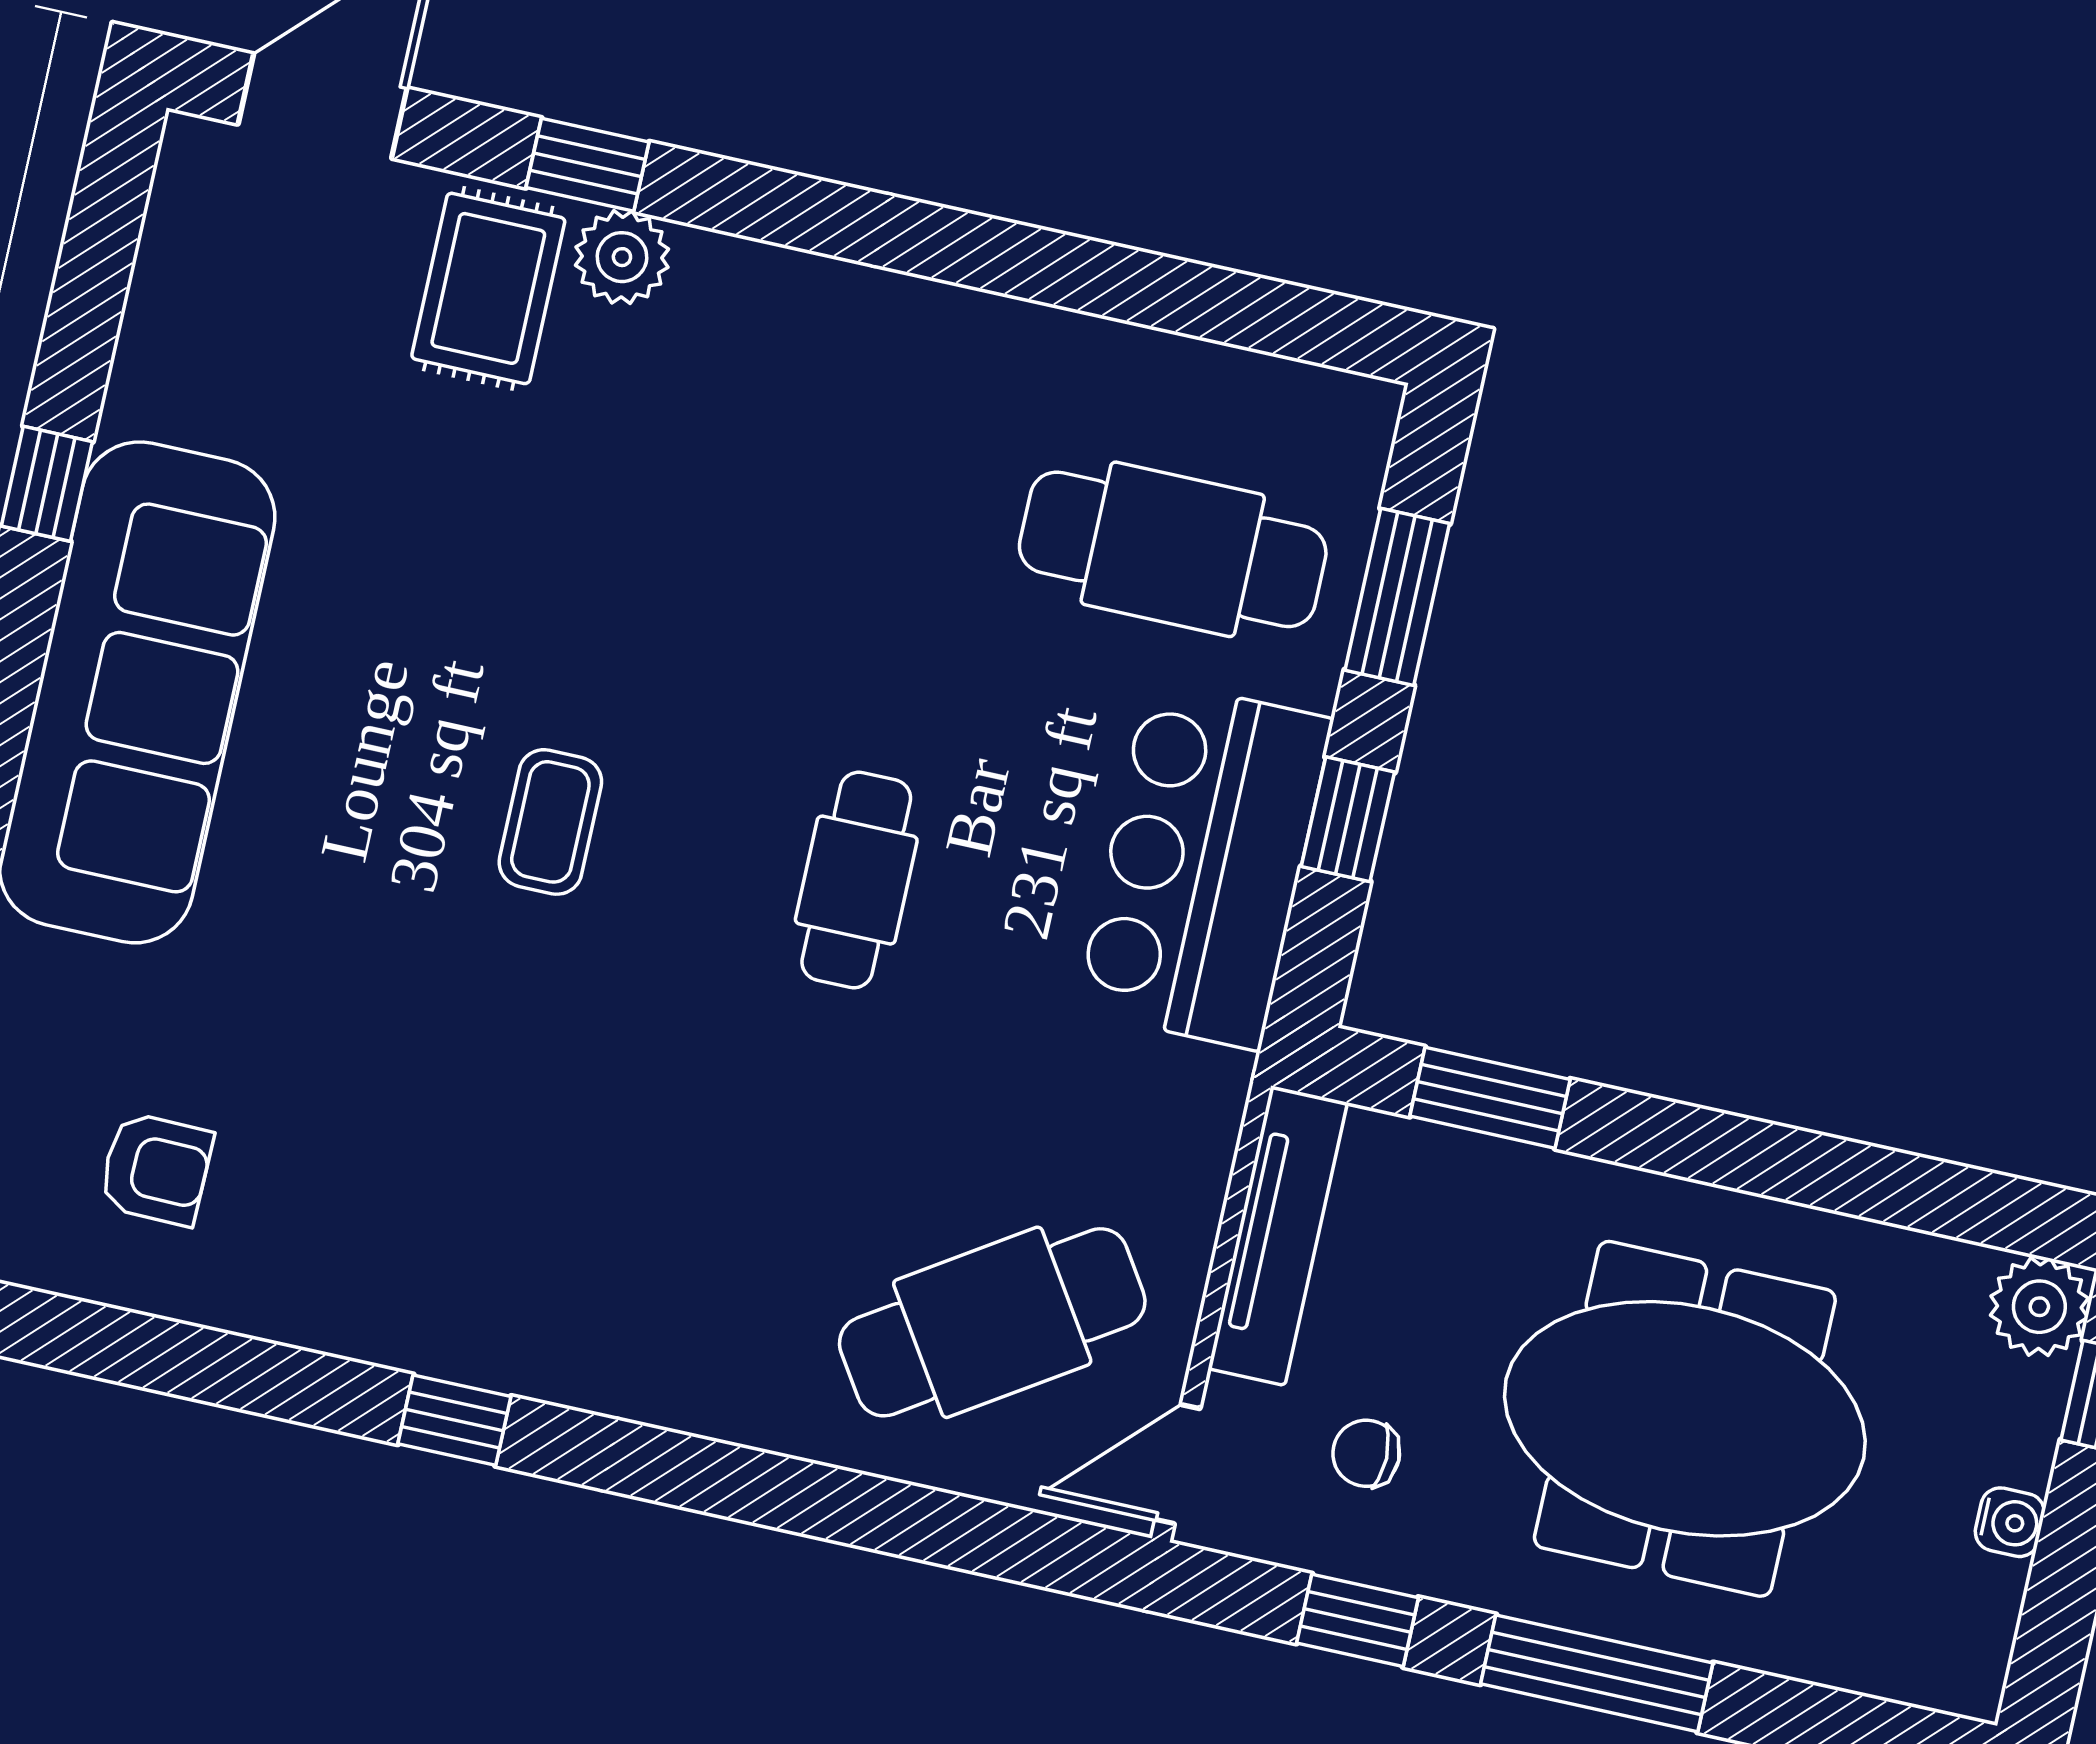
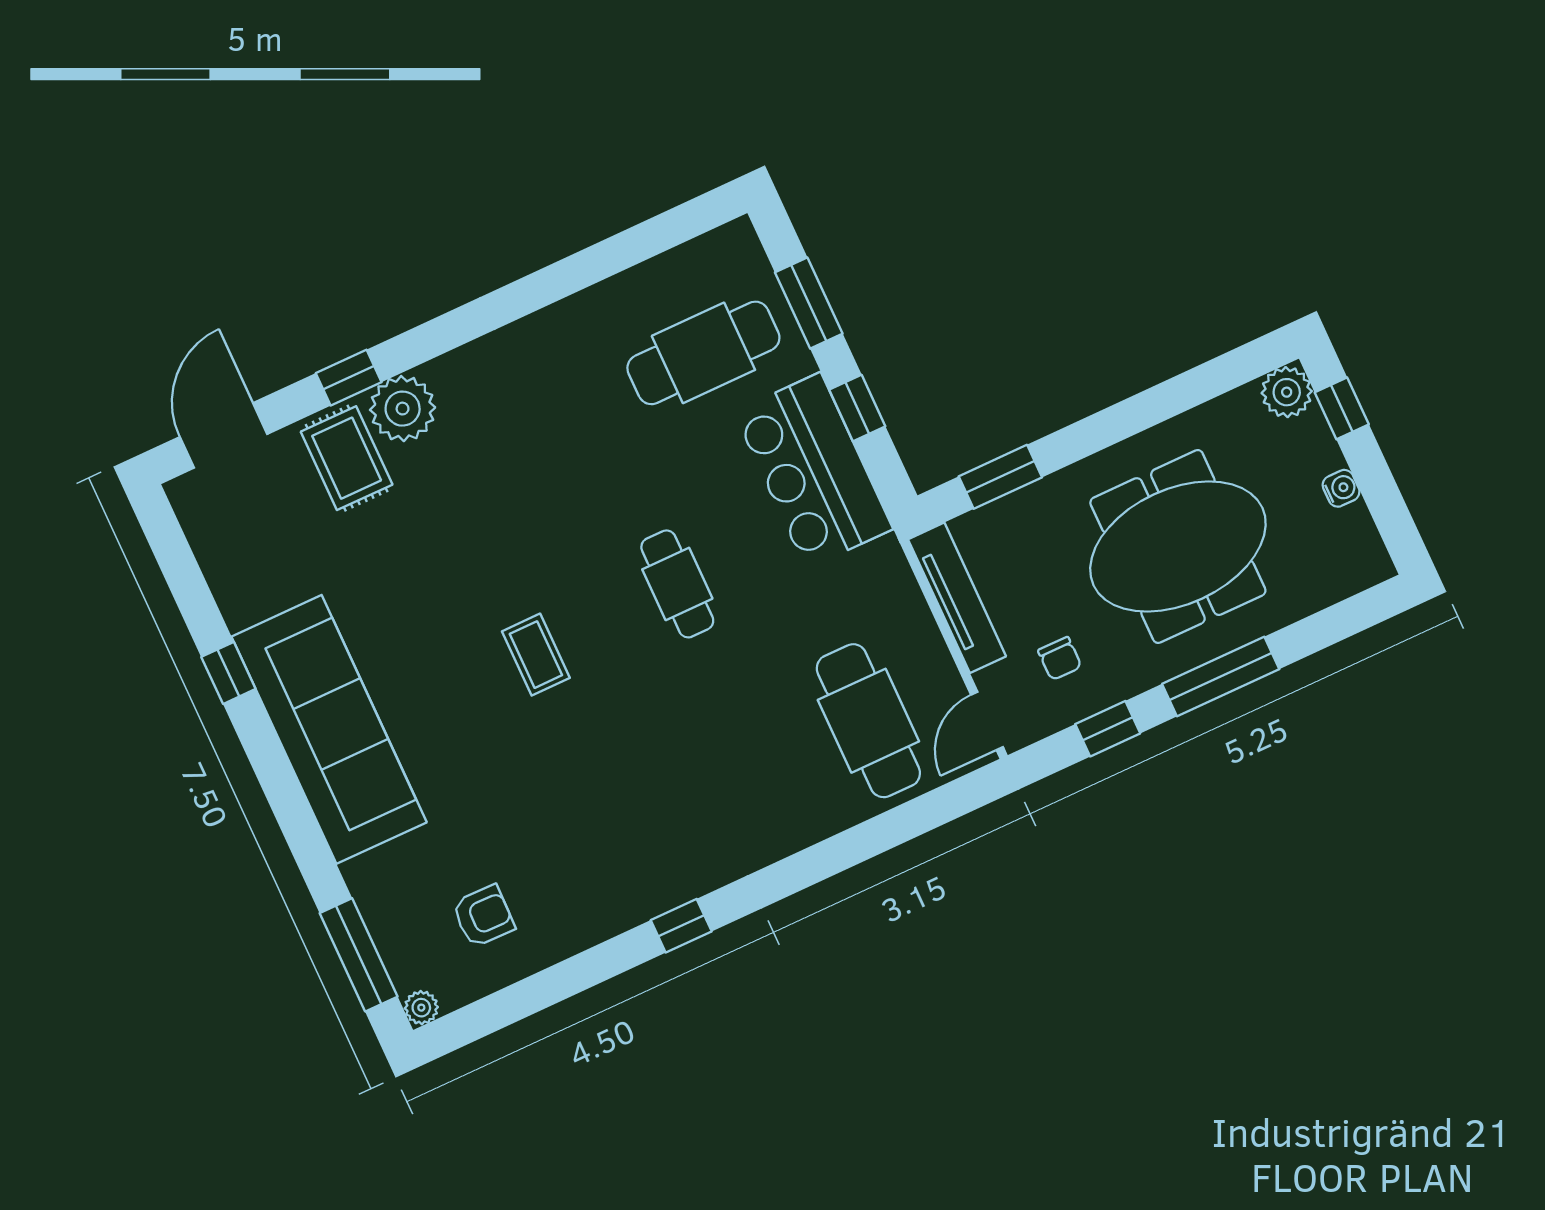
plant: (622, 257) -> (403, 409), width x1.36, depth x1.36
cafe table: (992, 1322) -> (868, 721), turned -57
chair: (1366, 1453) -> (1060, 659), turned -90

